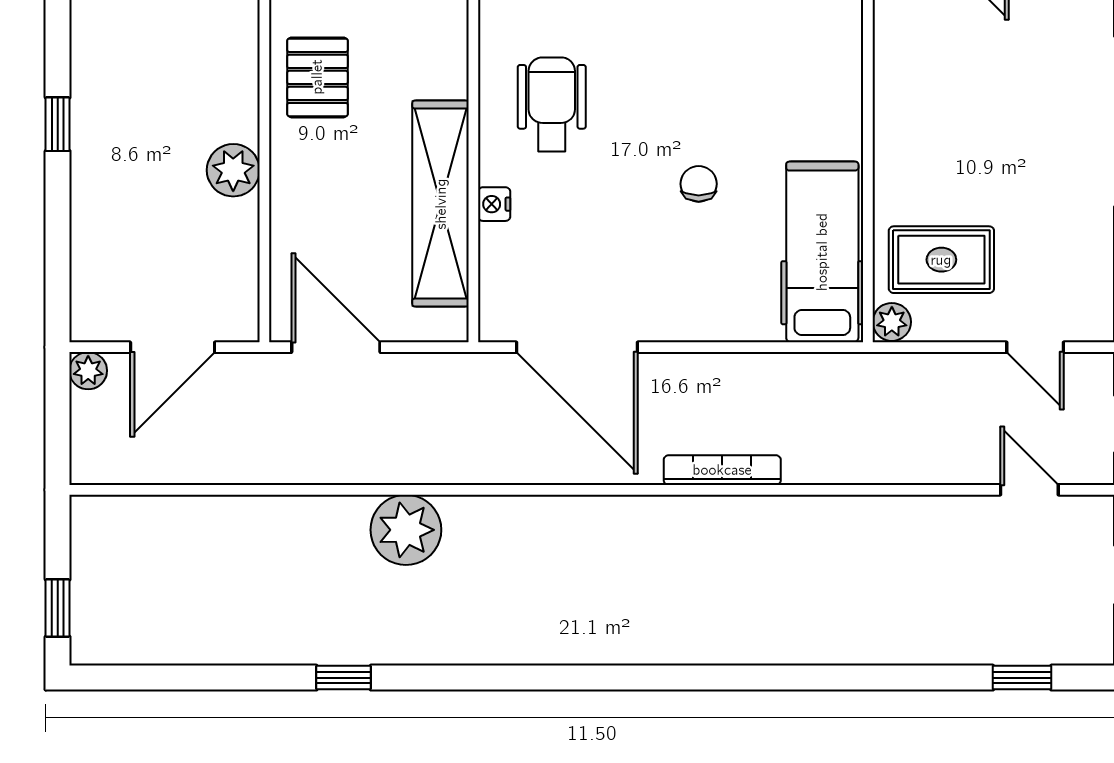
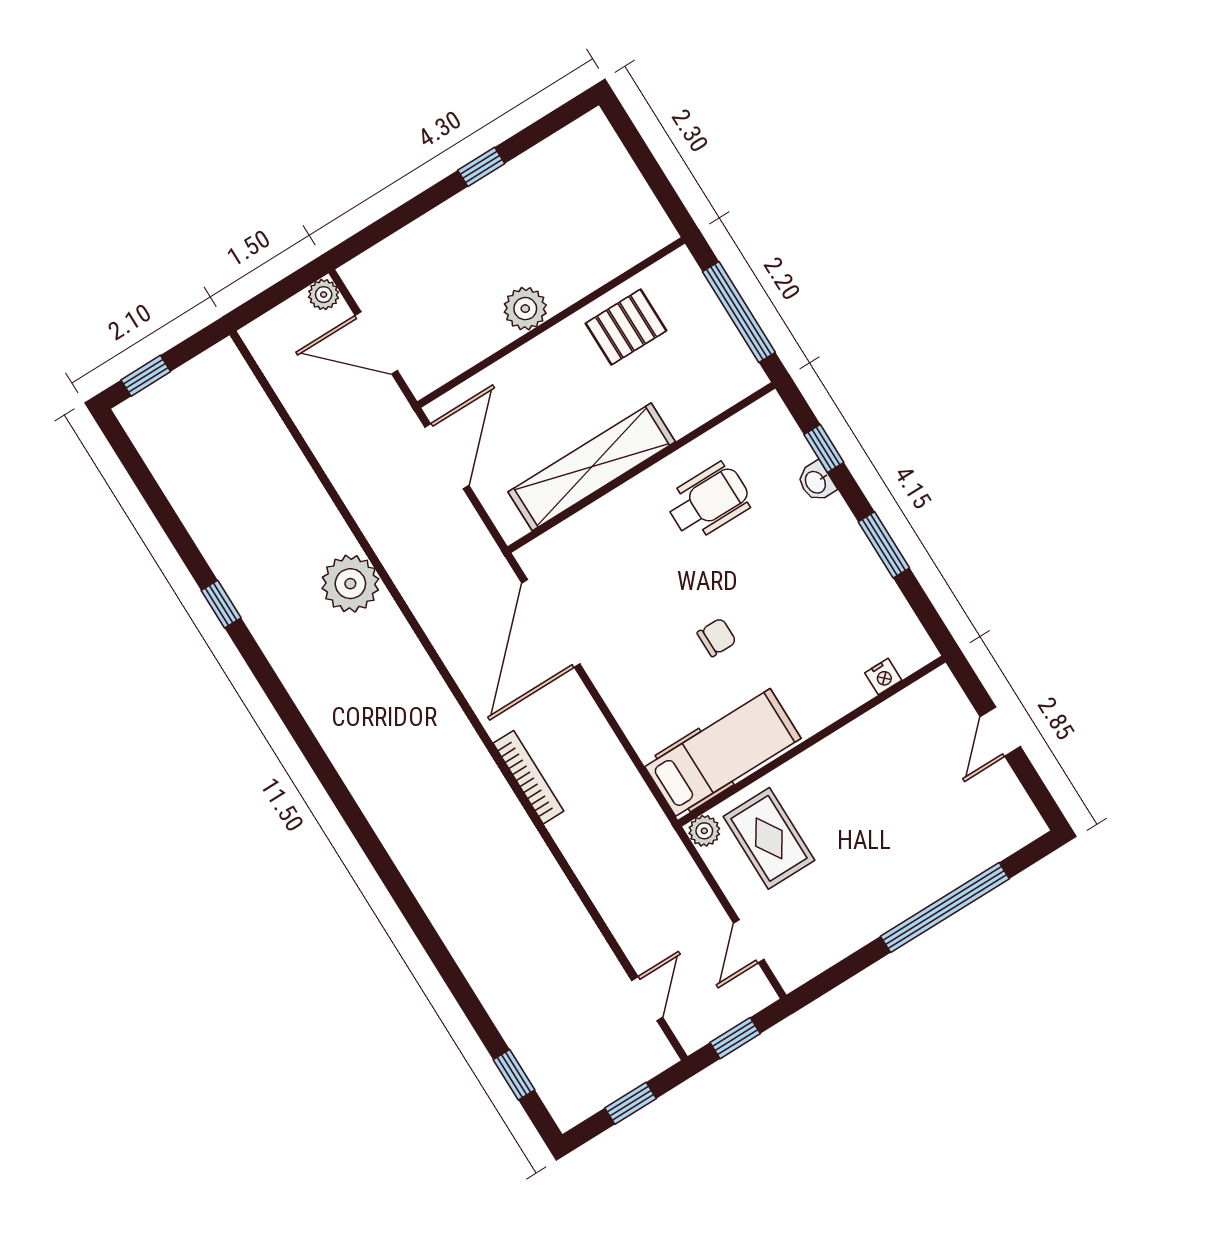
nightstand: (494, 204) -> (883, 677), moved, turned 180

